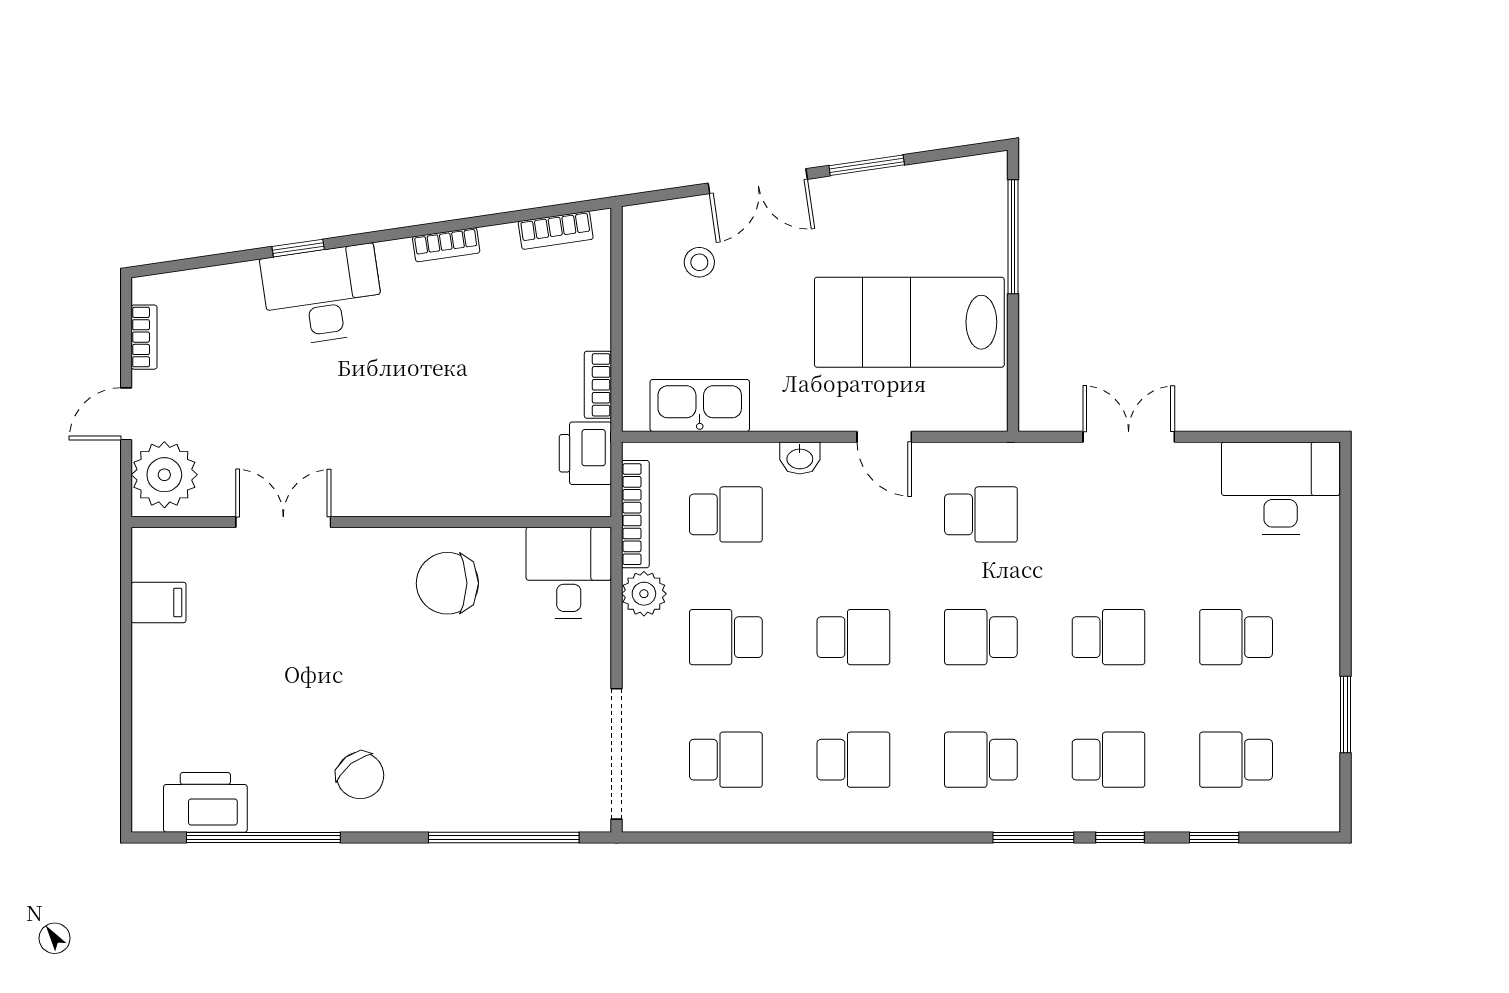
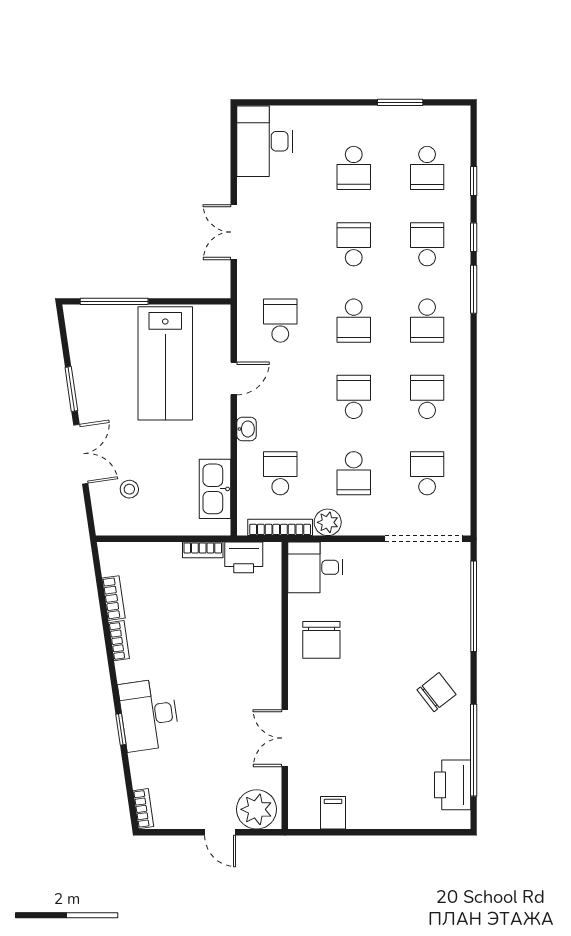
bookcase: (556, 230) -> (114, 598), moved
bookcase: (144, 337) -> (143, 809), moved, turned 82

